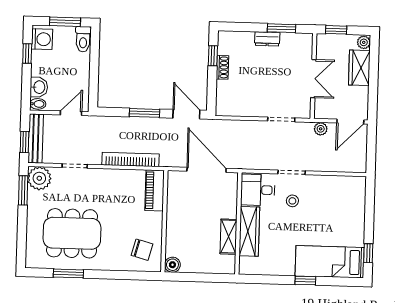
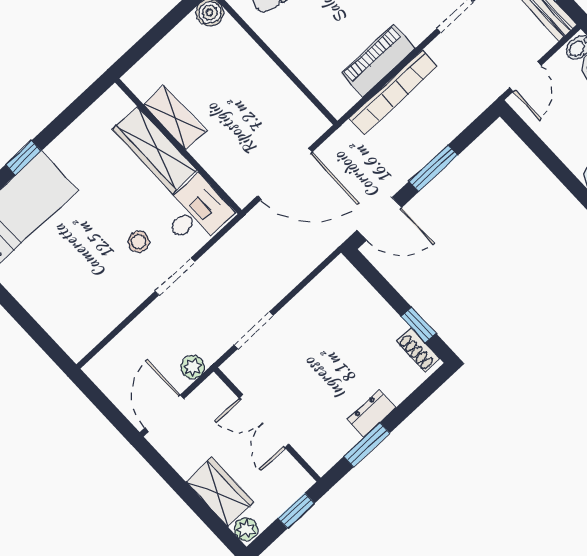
shoe rack: (222, 67) -> (418, 350), moved
piano: (155, 190) -> (378, 61), moved, turned -90

